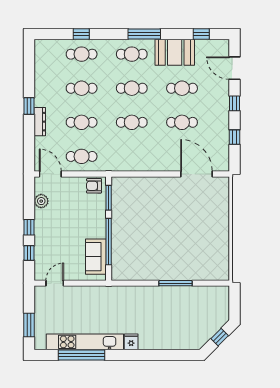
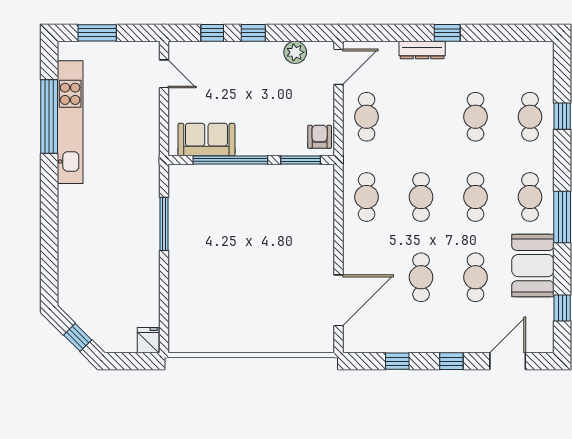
cafe table: (82, 122) -> (367, 197), moved
window: (175, 283) -> (164, 224), moved
fridge: (131, 342) -> (148, 340), moved, turned -90

